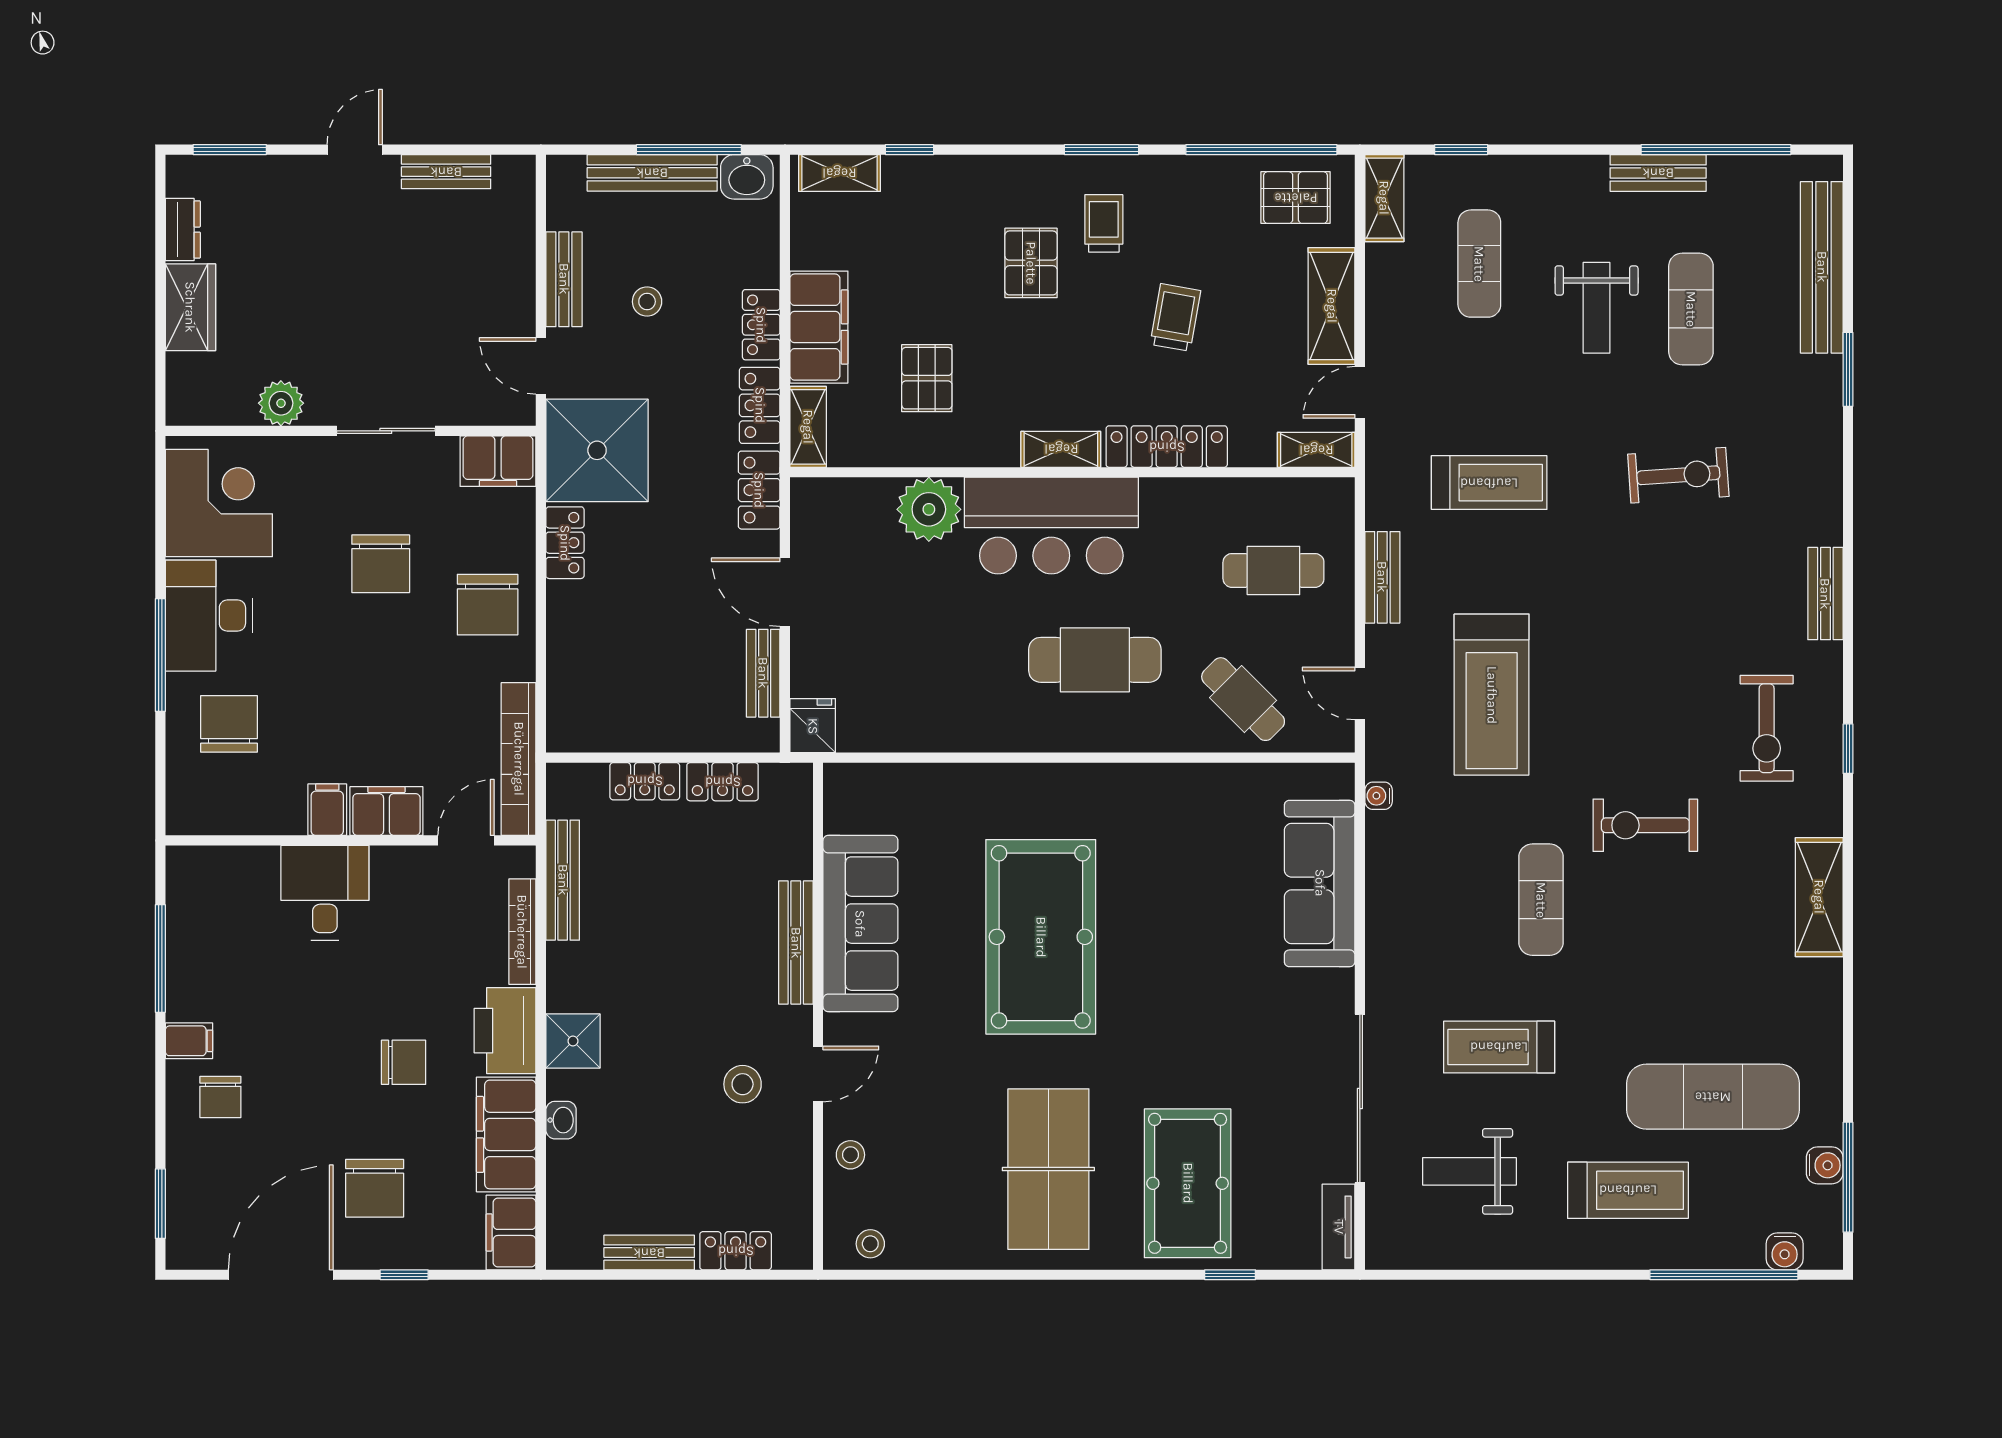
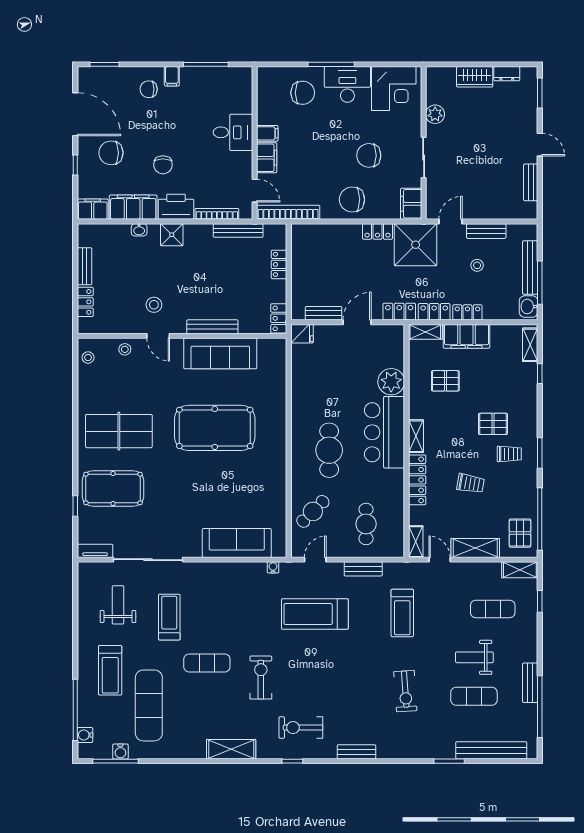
locker: (723, 782) -> (279, 318), moved
exercise mat: (1541, 900) -> (207, 663), moved

